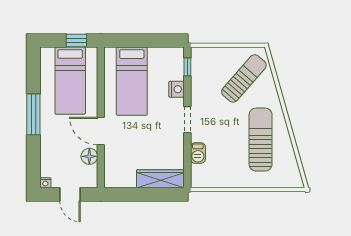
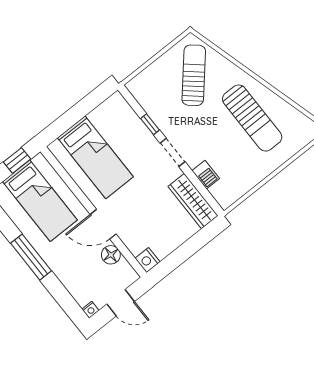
window: (187, 67) -> (150, 124), moved
nightstand: (177, 89) -> (147, 260), moved, turned 180
sun lounger: (261, 140) -> (252, 118), turned 180
wardrobe: (160, 179) -> (193, 201), moved, turned -90

